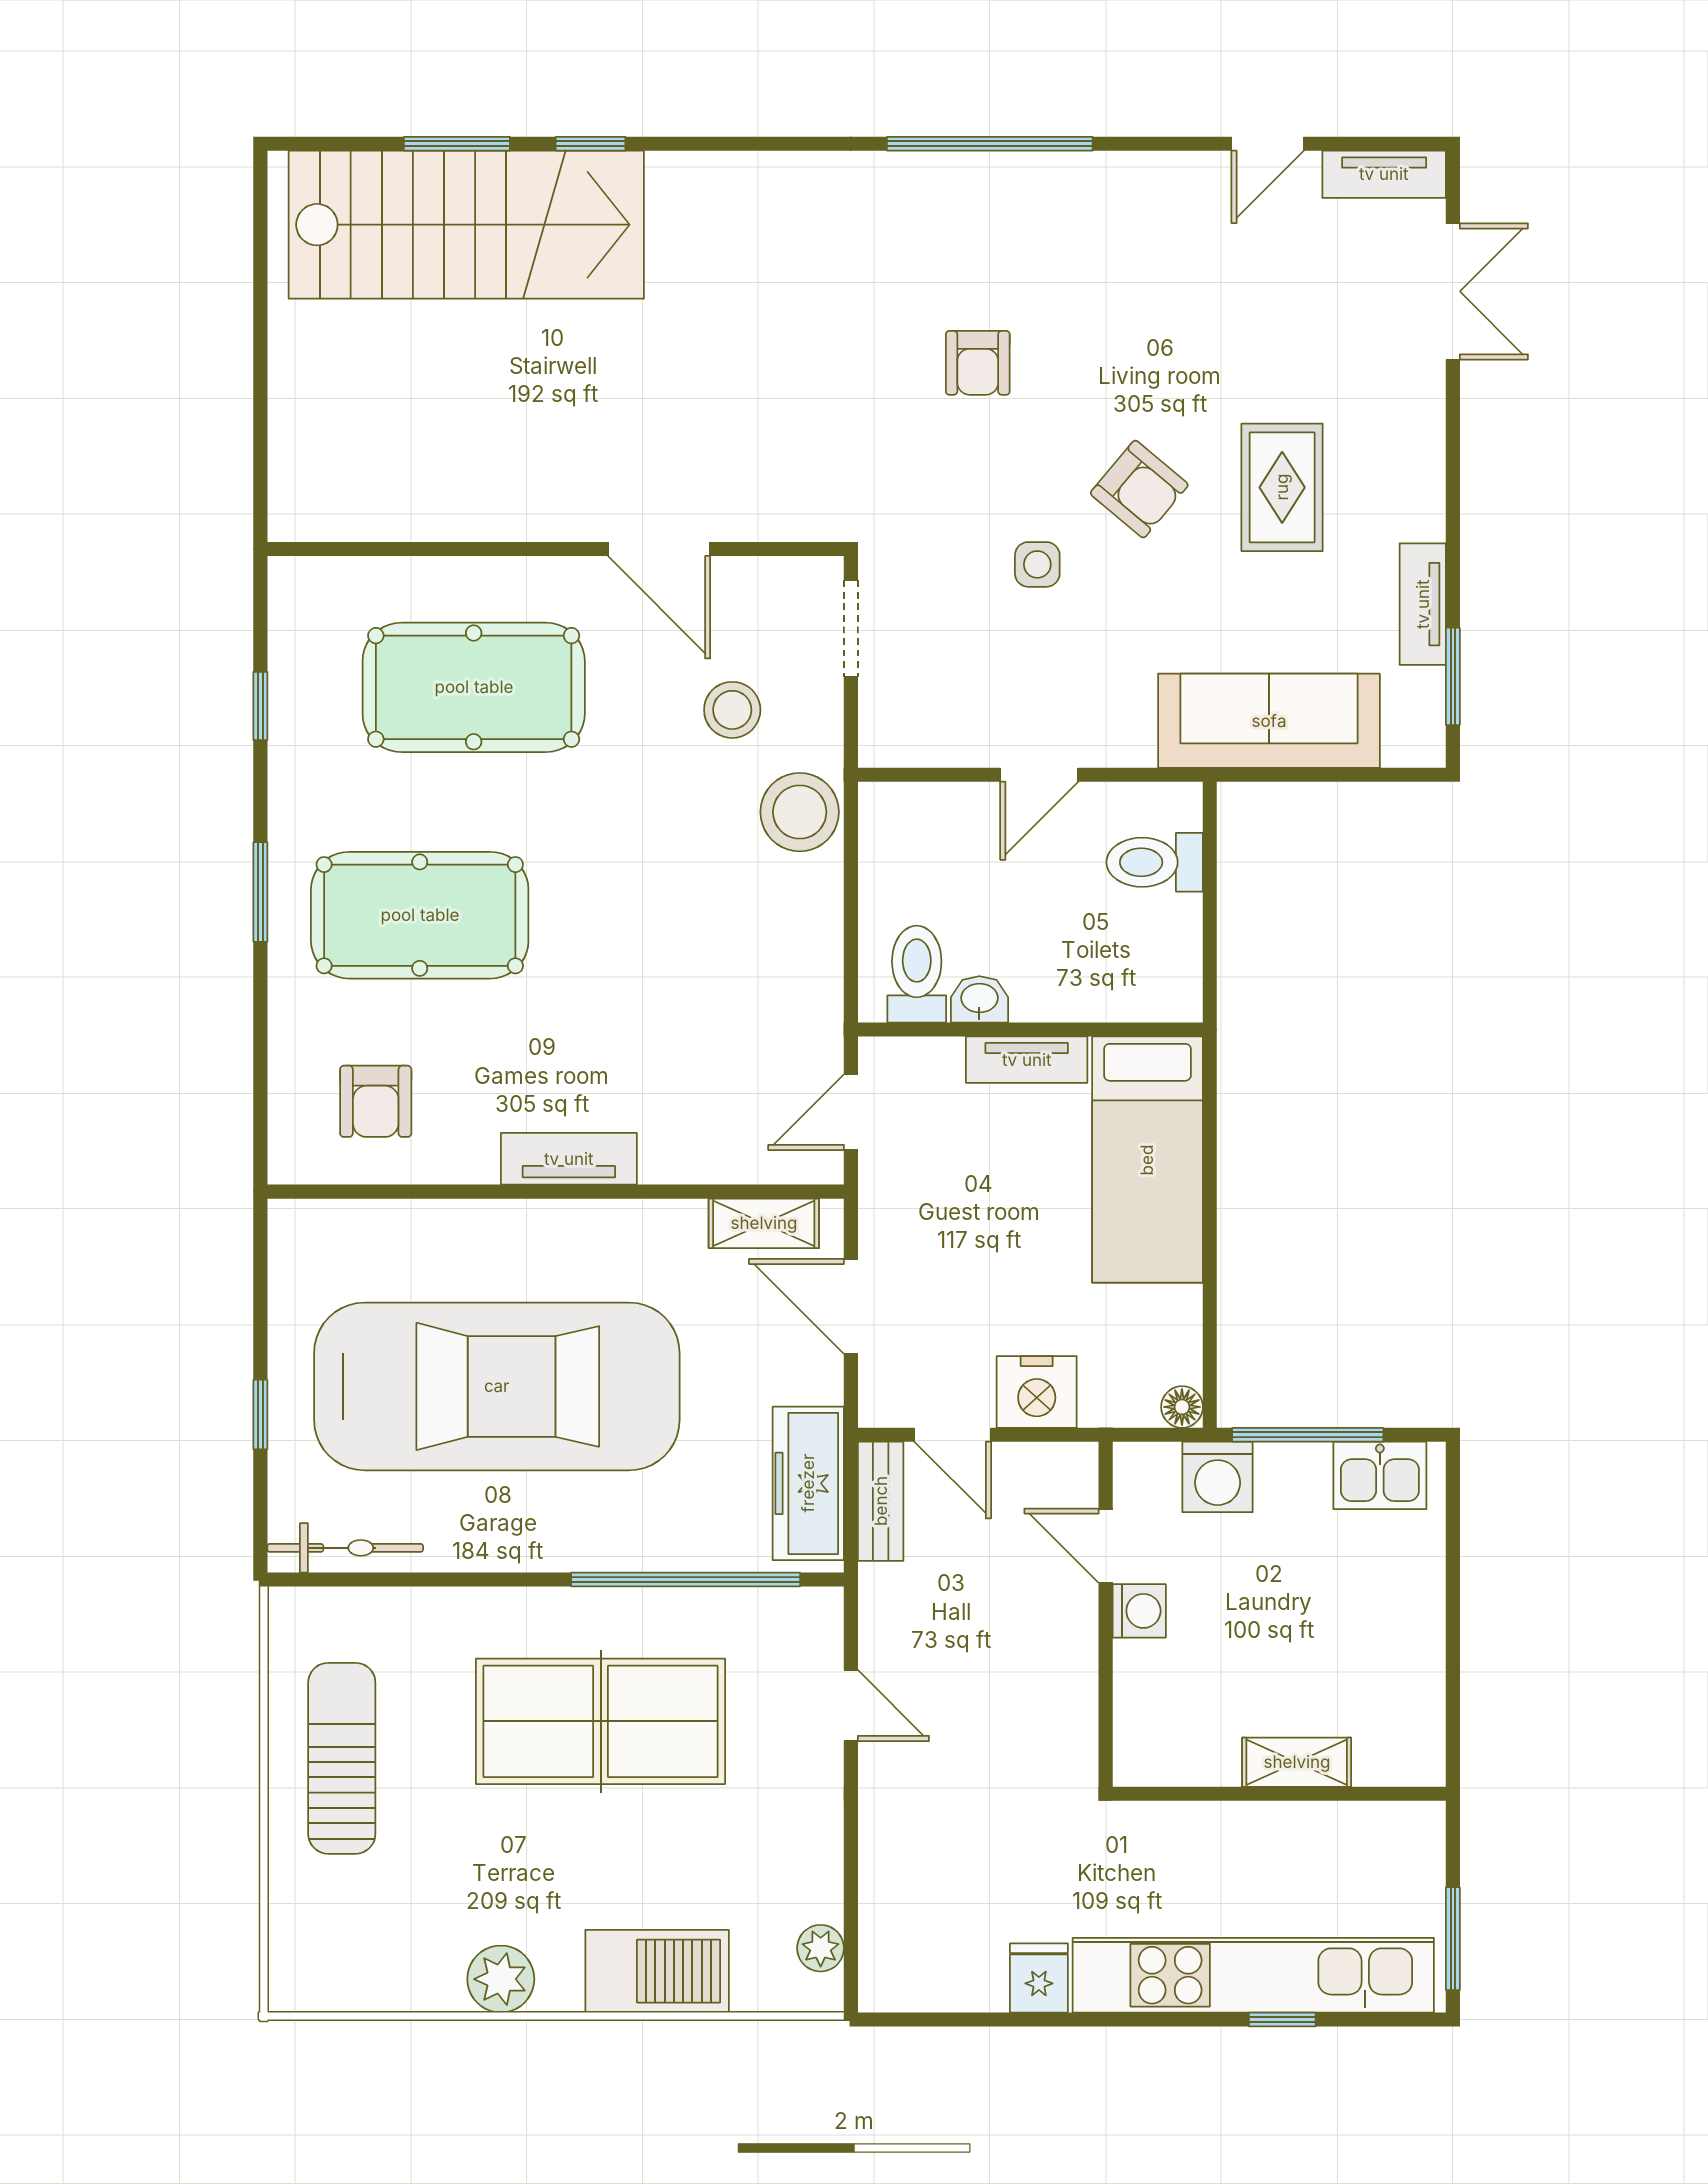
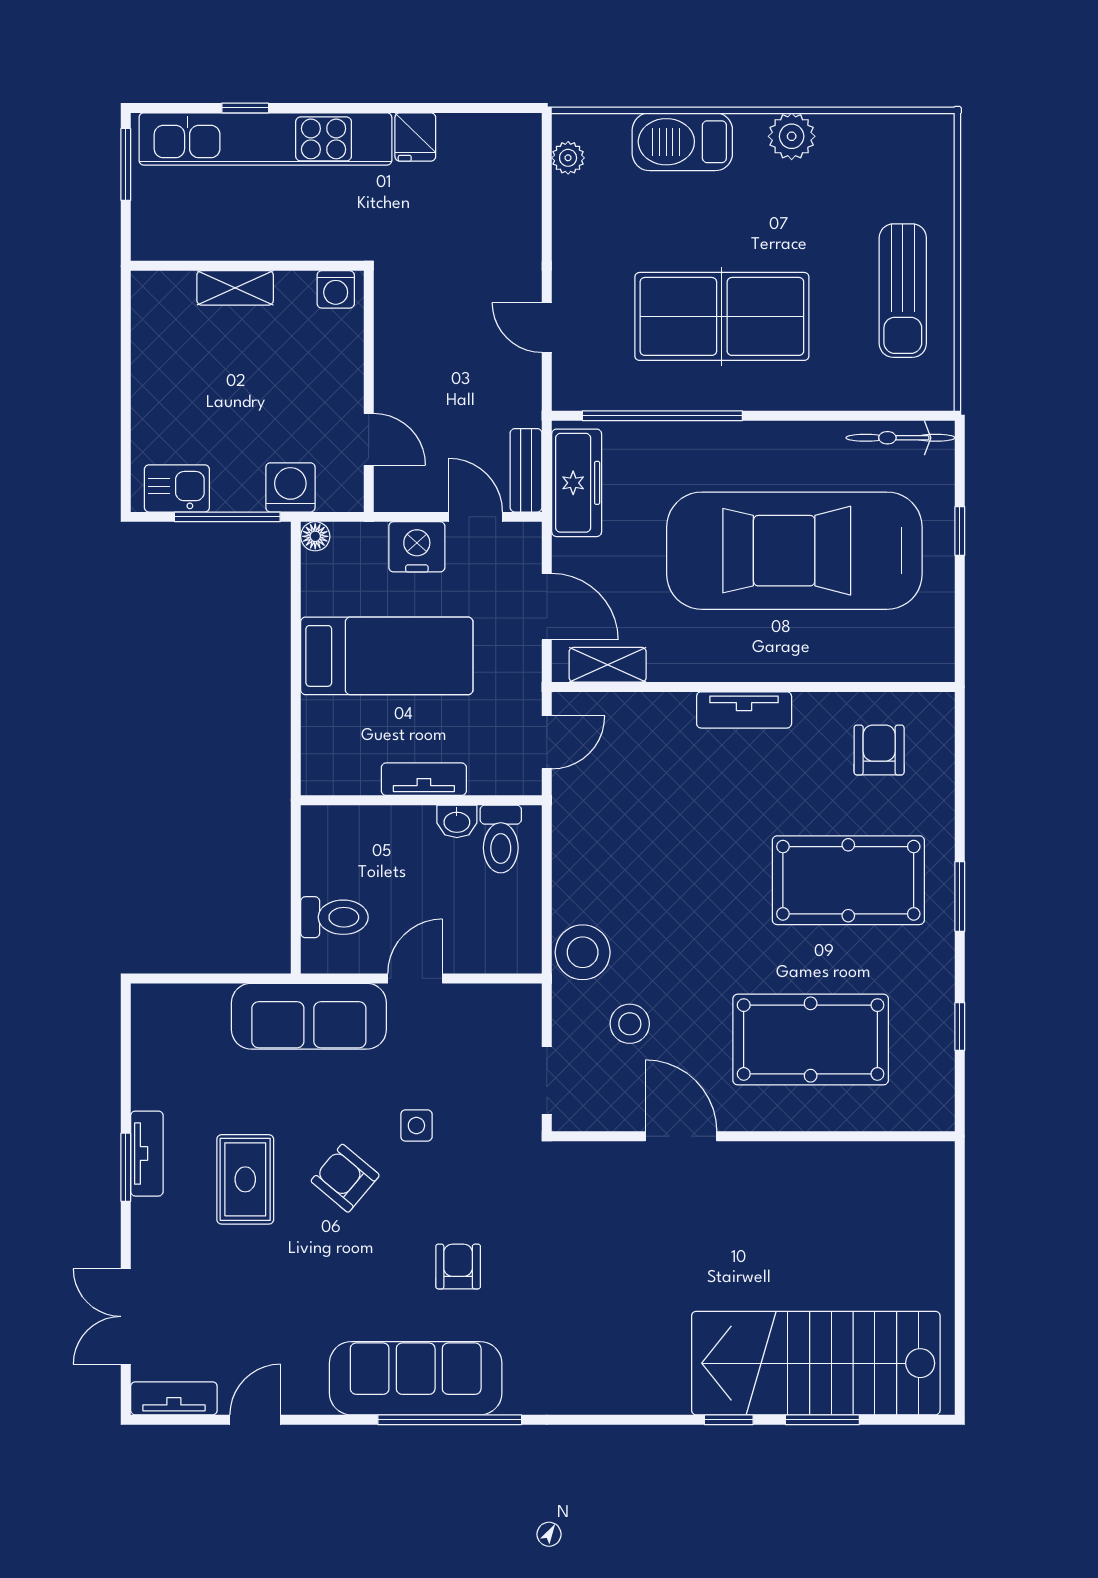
sofa: (1038, 203) -> (416, 1378), added
tv unit: (1423, 604) -> (147, 1154), moved
window: (1453, 676) -> (126, 1167), moved
sofa: (1269, 721) -> (309, 1016), moved
bed: (1147, 1160) -> (387, 656), moved, turned 90
washing machine: (1139, 1611) -> (336, 289), moved, turned -90

